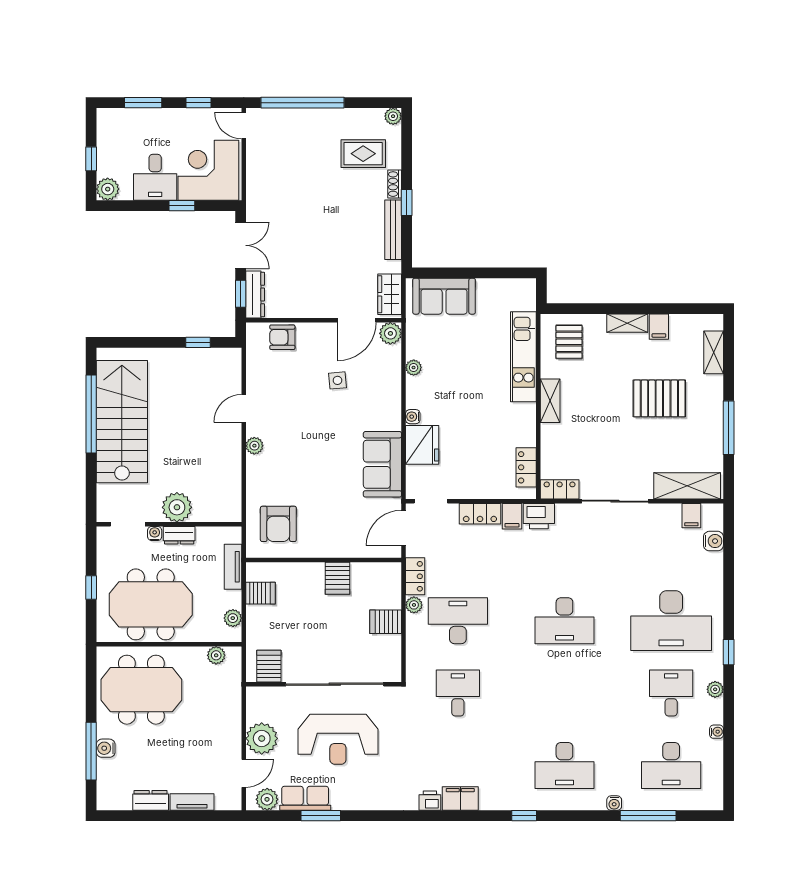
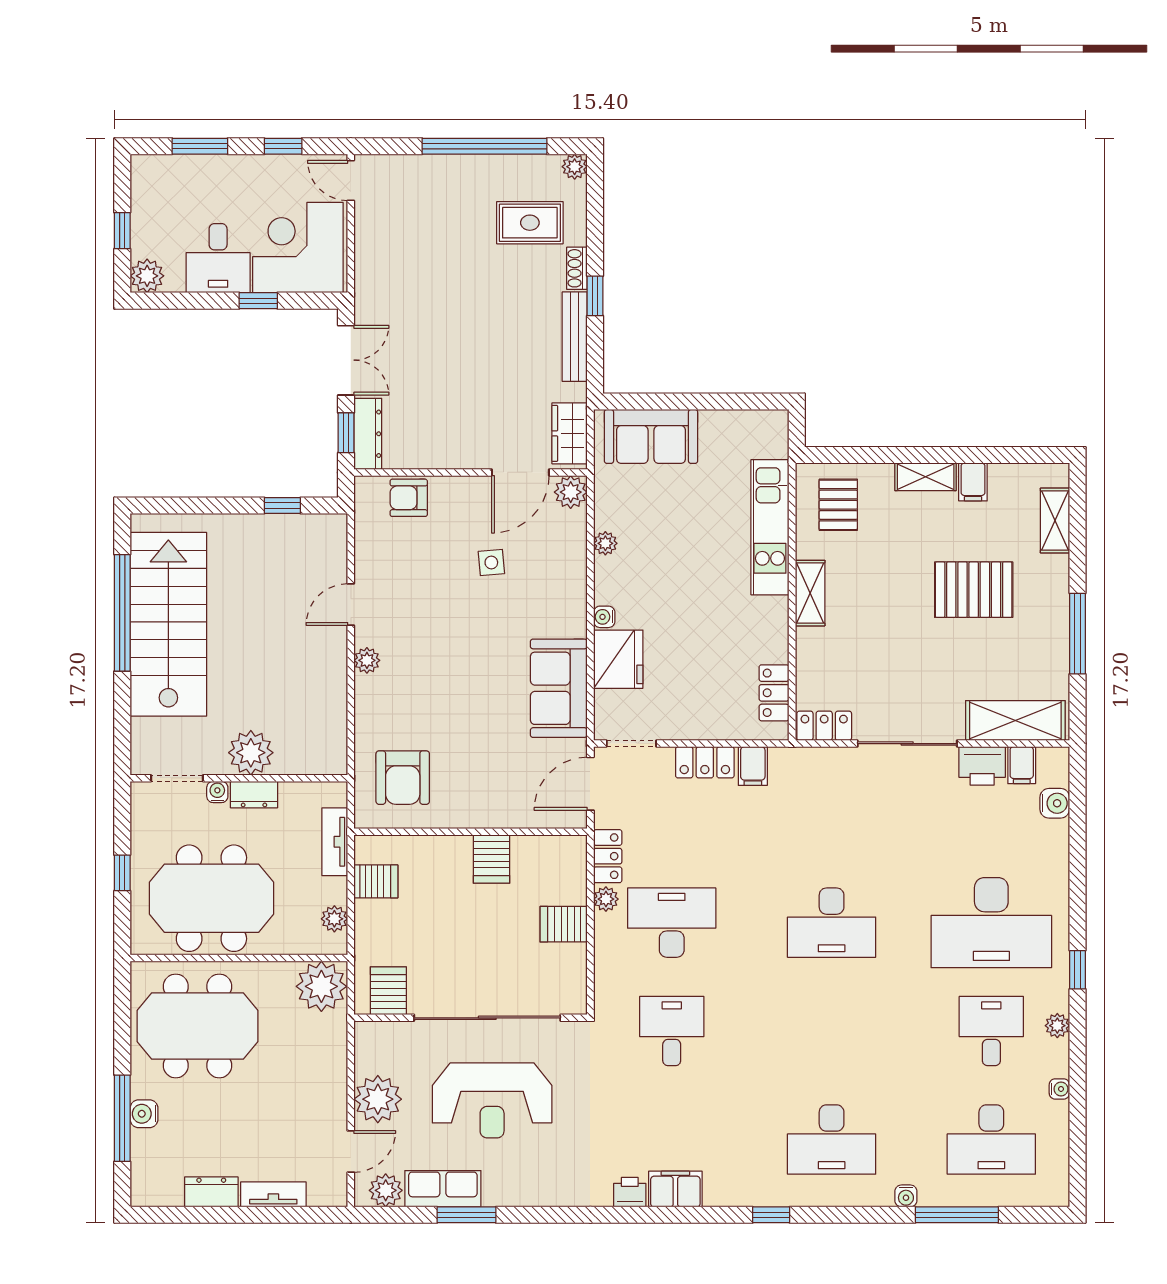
window: (303, 103) -> (485, 146), moved
printer: (539, 516) -> (982, 766), moved
plant: (216, 655) -> (321, 986), width x1.87, depth x1.87

